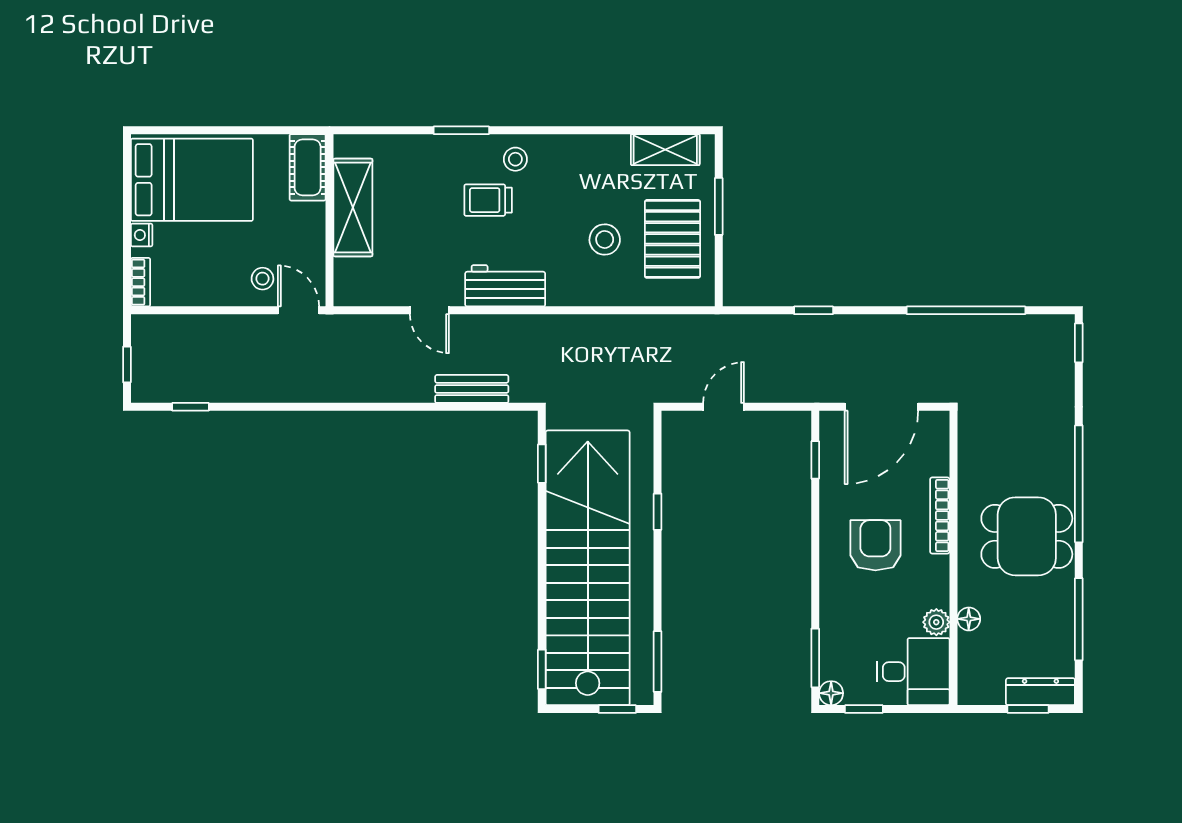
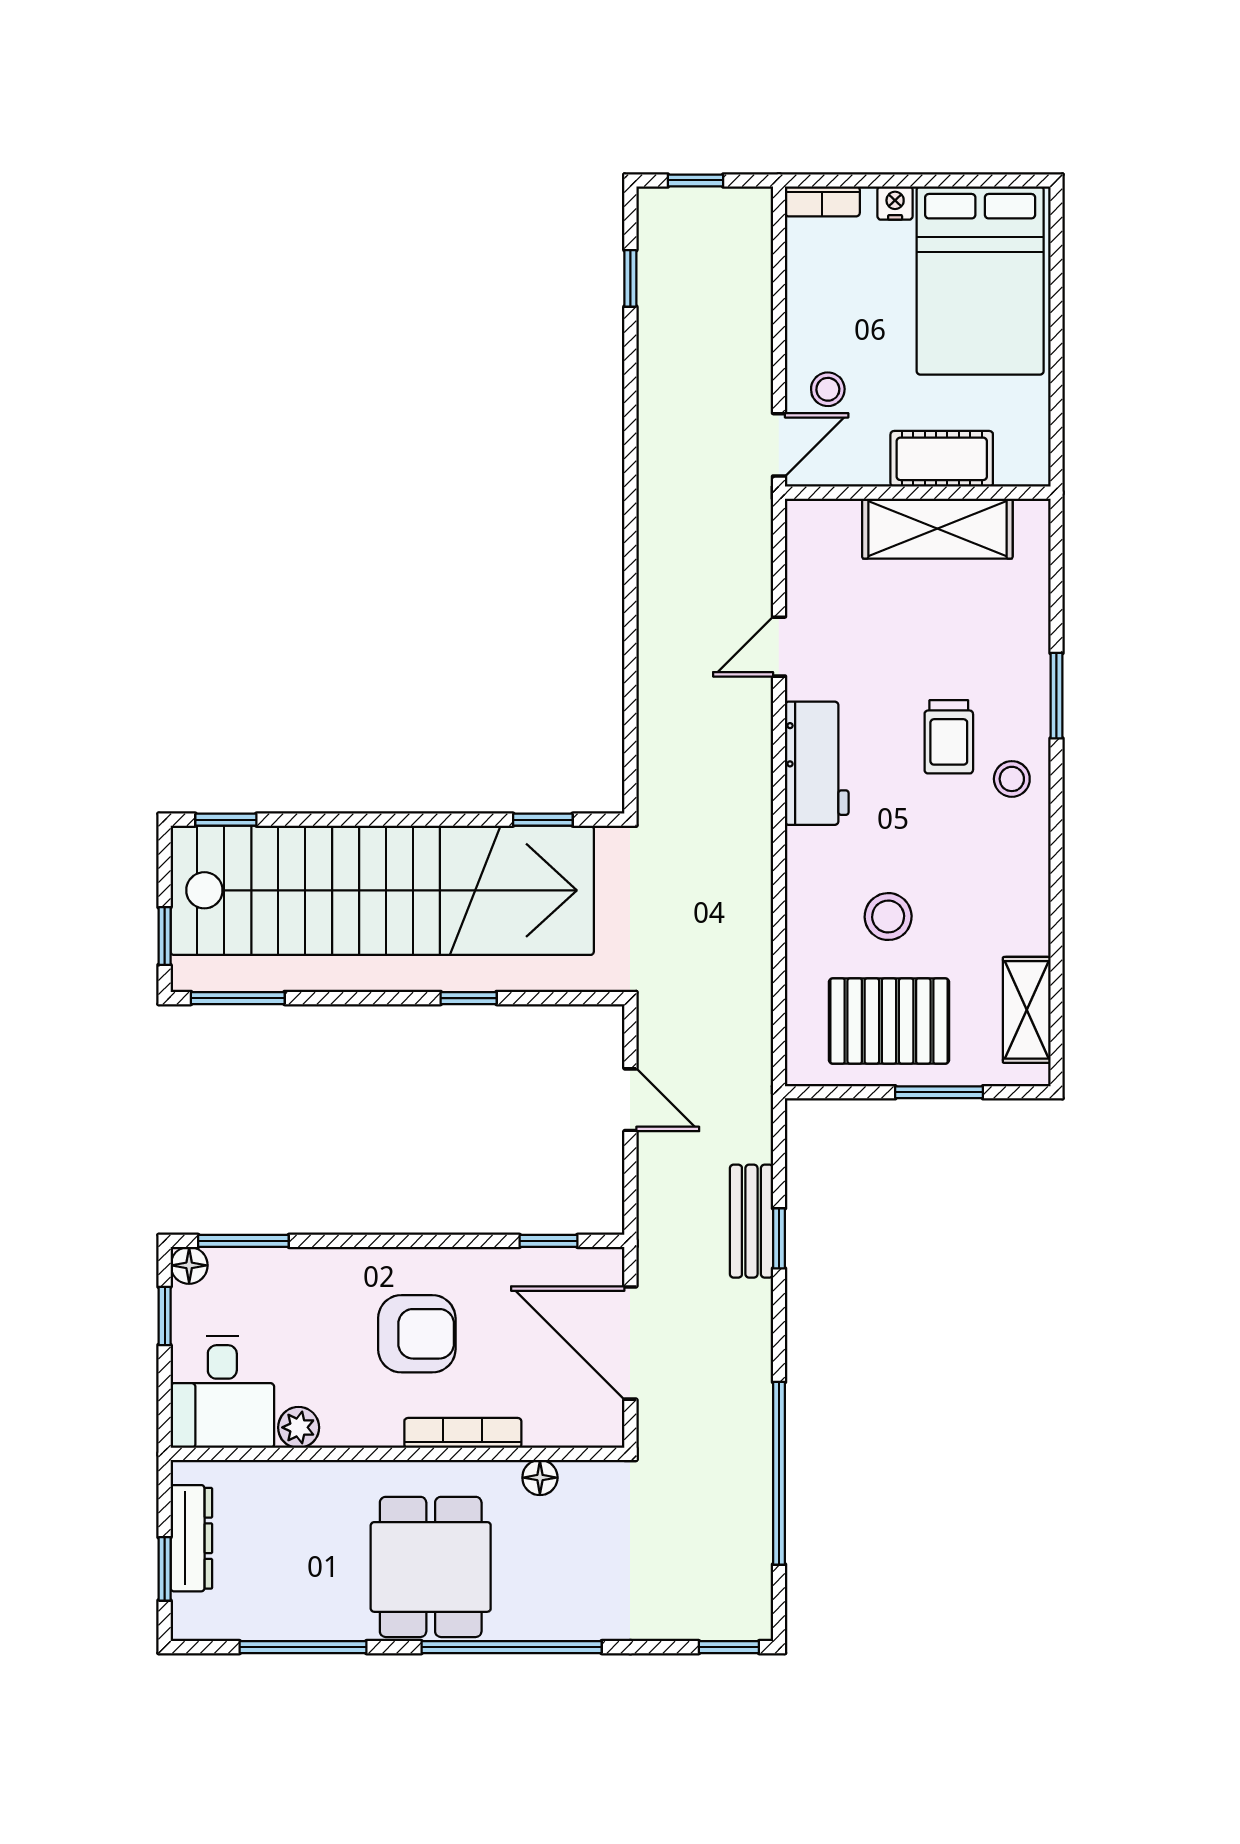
cot: (308, 167) -> (942, 459), moved
trolley: (488, 200) -> (949, 737), turned 180
bench: (472, 389) -> (751, 1221), moved
floor lamp: (969, 619) -> (540, 1478), moved
dresser: (1040, 692) -> (191, 1538), moved

